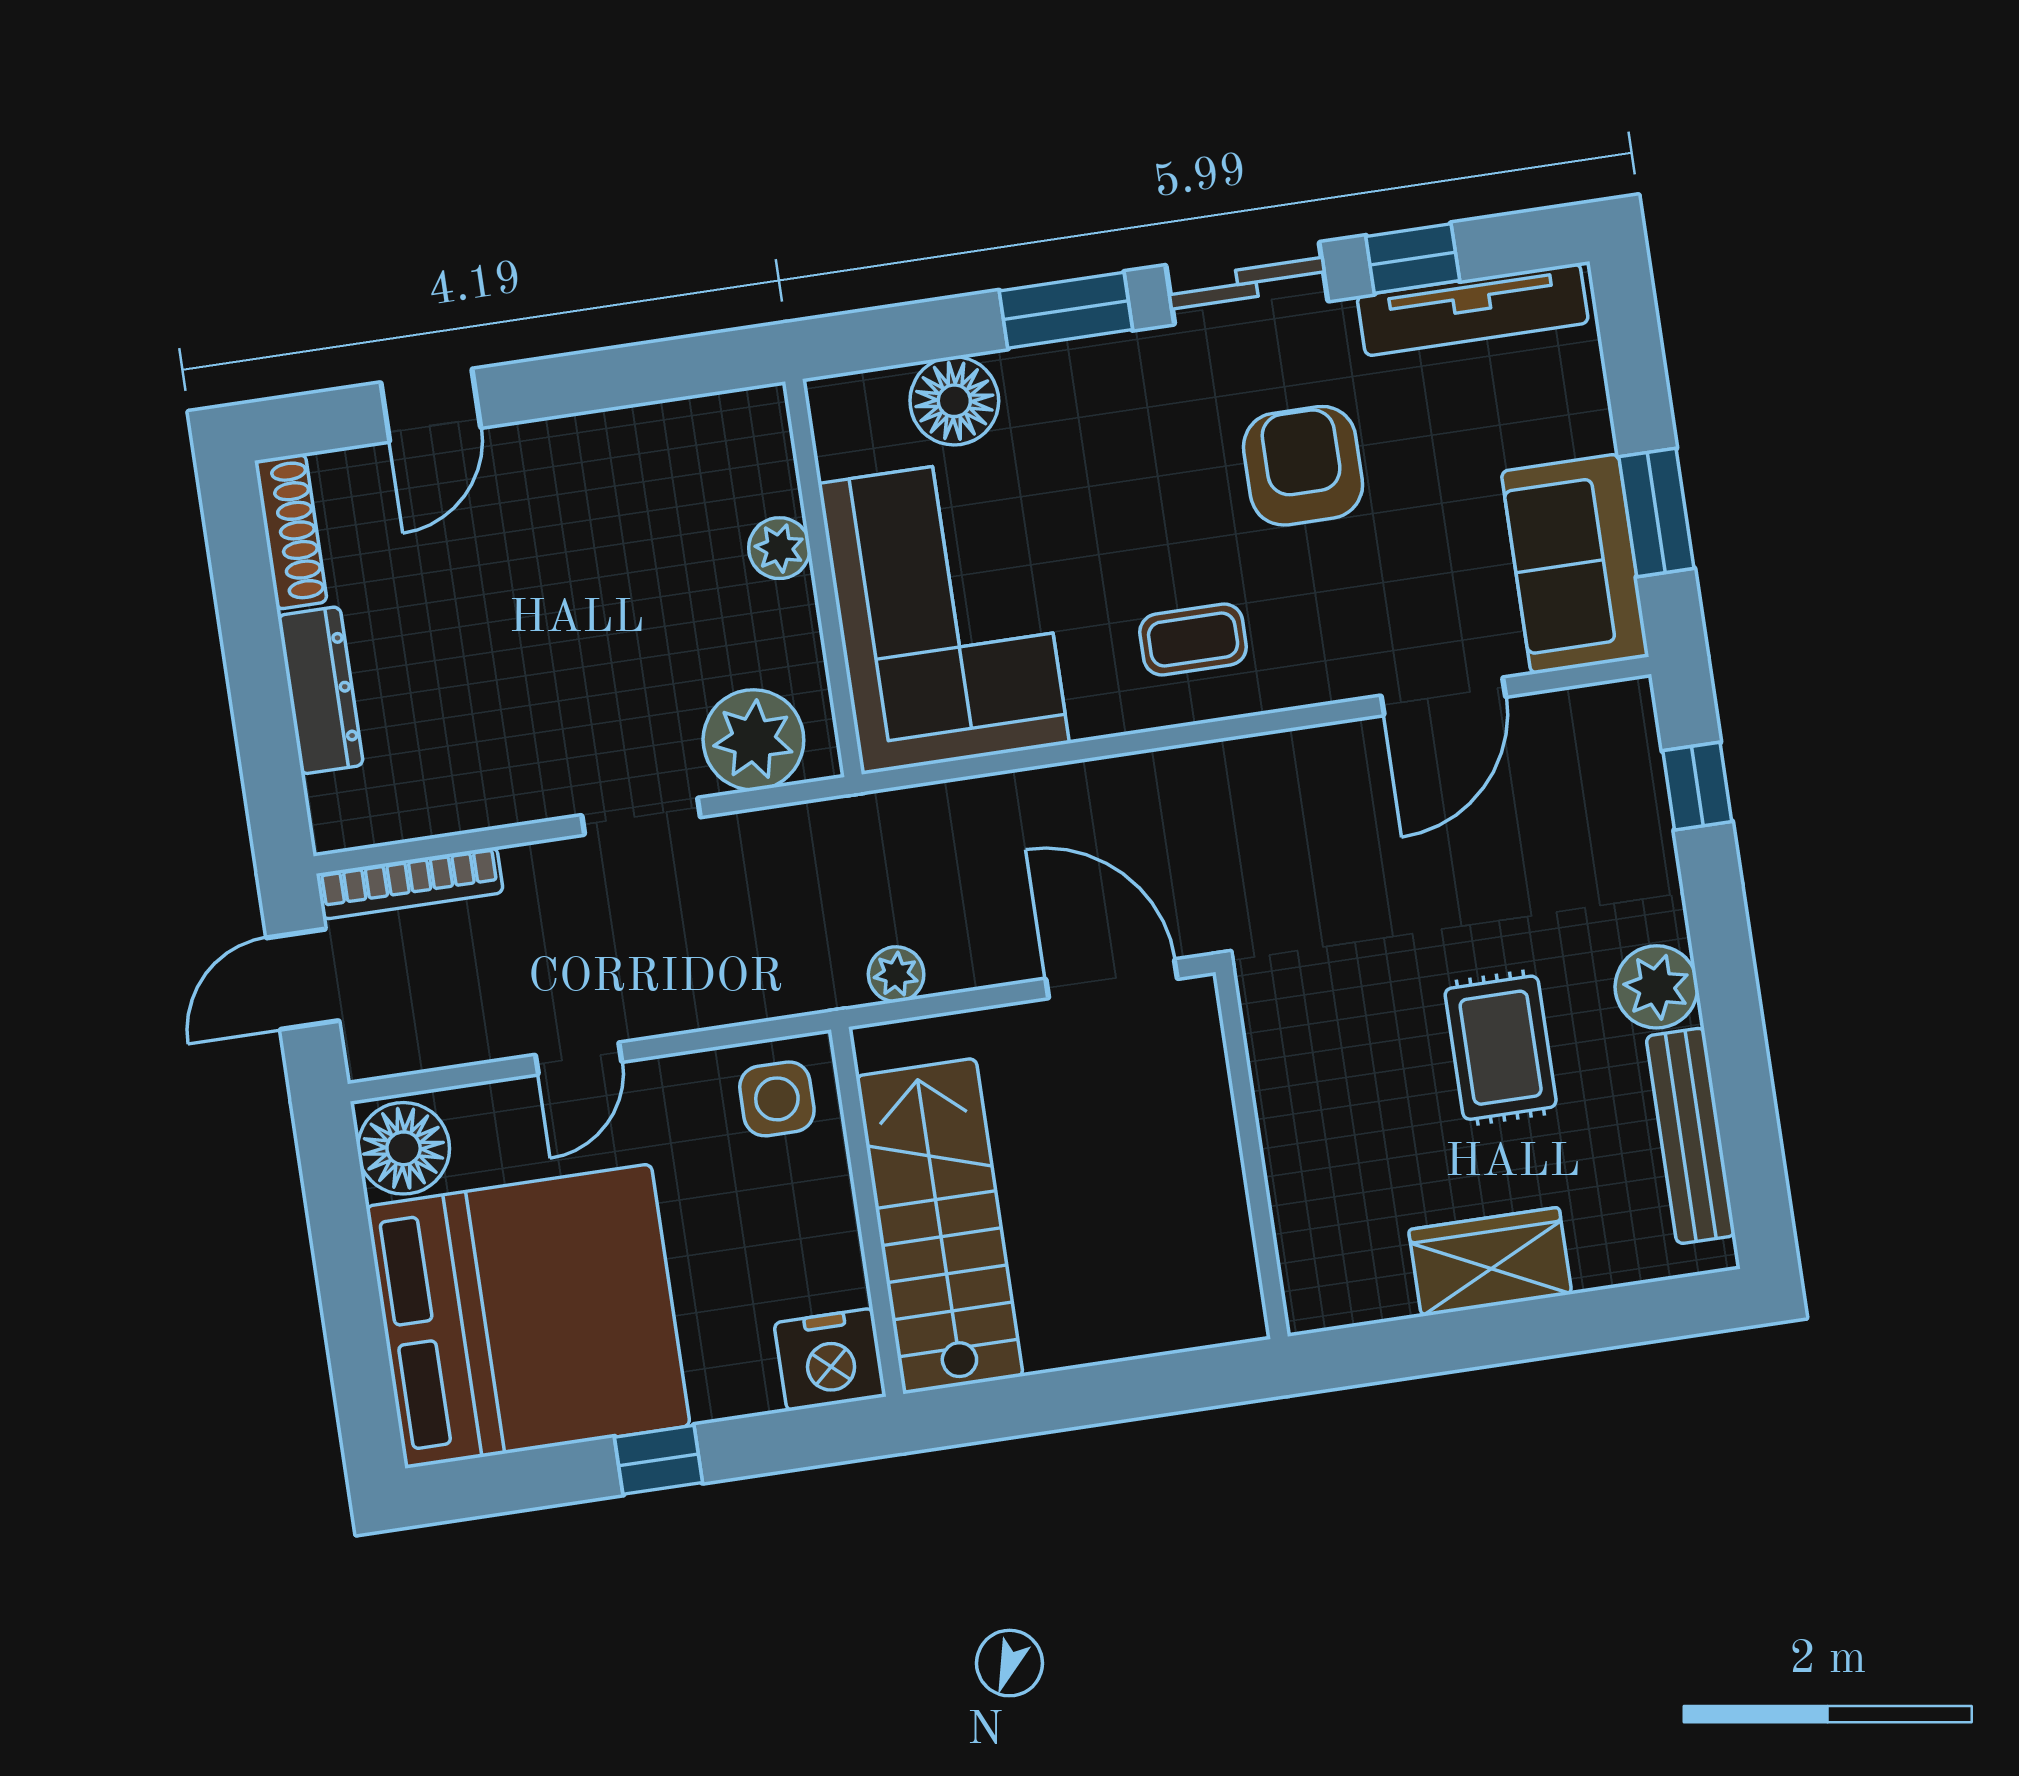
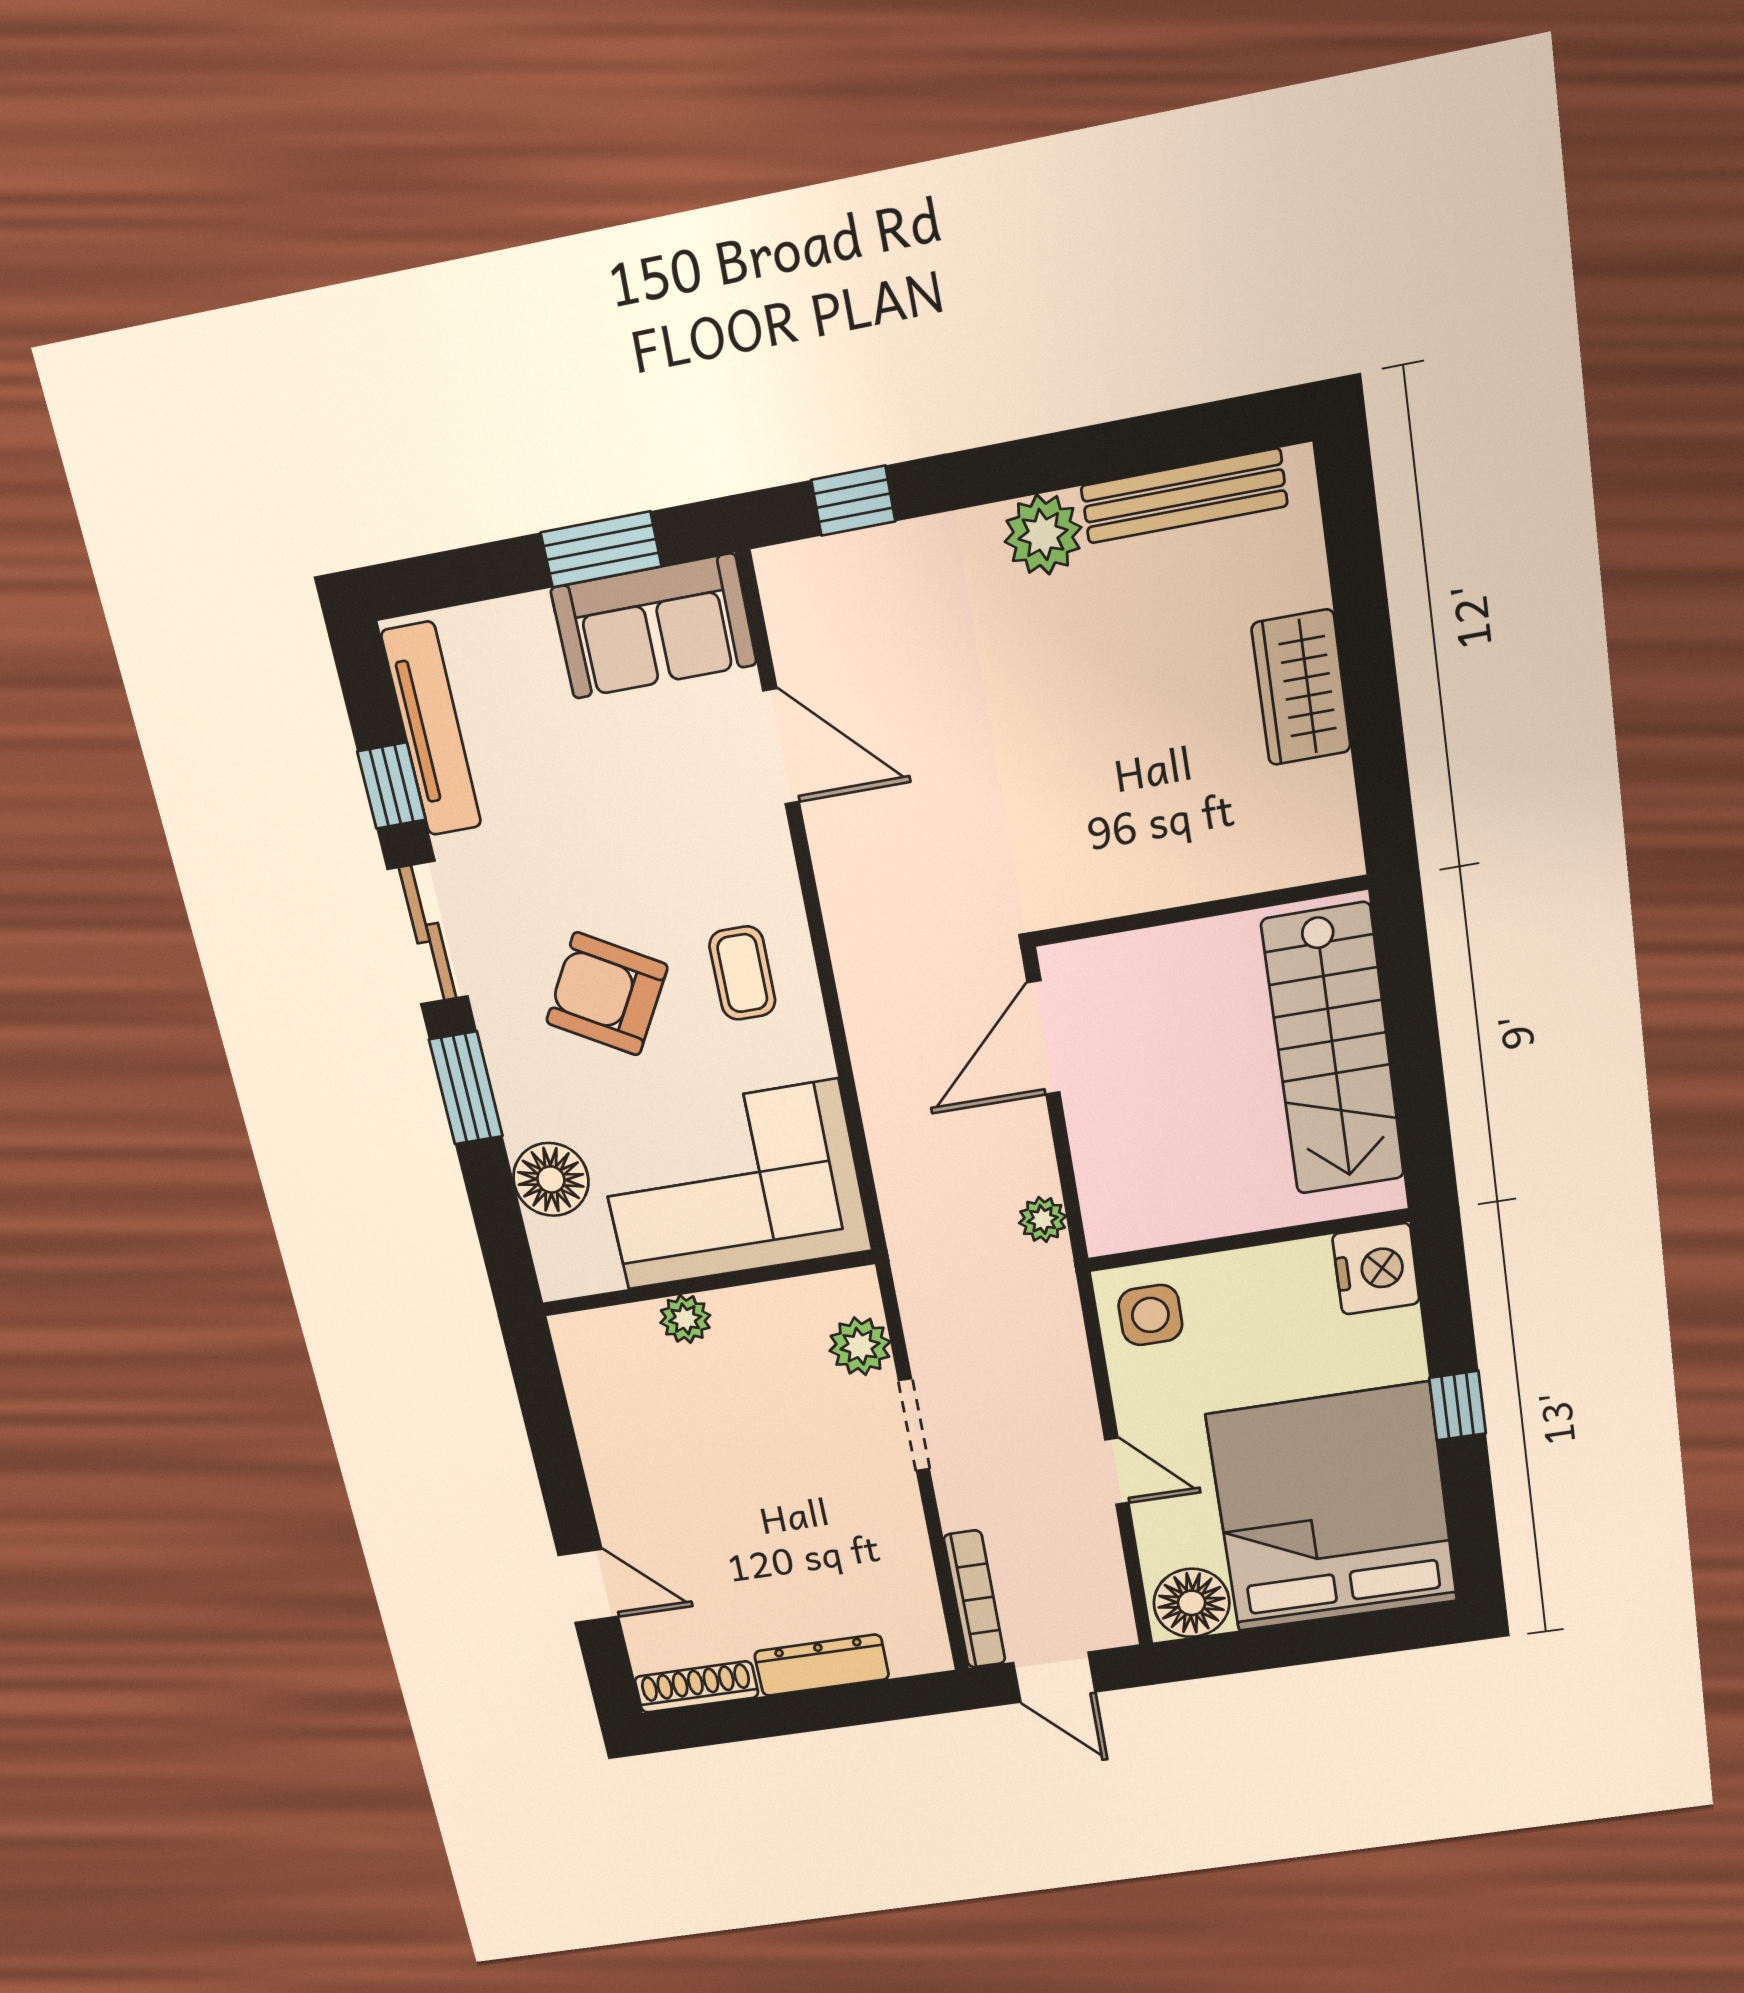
armchair: (1303, 466) -> (607, 994), moved, turned 30
plant: (753, 740) -> (860, 1346), width x0.73, depth x0.73
rug: (1501, 1048) -> (1102, 684), removed
stairs: (940, 1226) -> (1333, 1050), moved, turned -90

